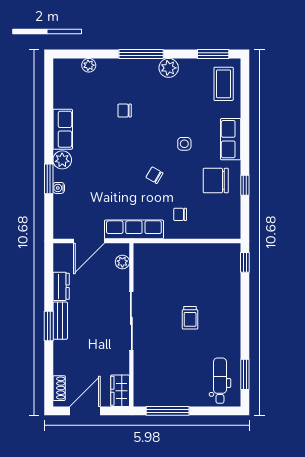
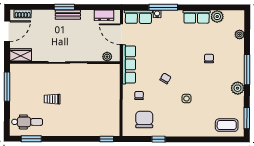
row of seats: (231, 139) -> (138, 17), moved, turned 180
plant: (62, 160) -> (217, 17), moved
window: (49, 179) -> (163, 7), width x1.44
chair: (216, 180) -> (144, 119), moved
dresser: (61, 286) -> (104, 15), moved
trolley: (190, 318) -> (52, 99), moved
door: (85, 411) -> (7, 31), hinge flipped

